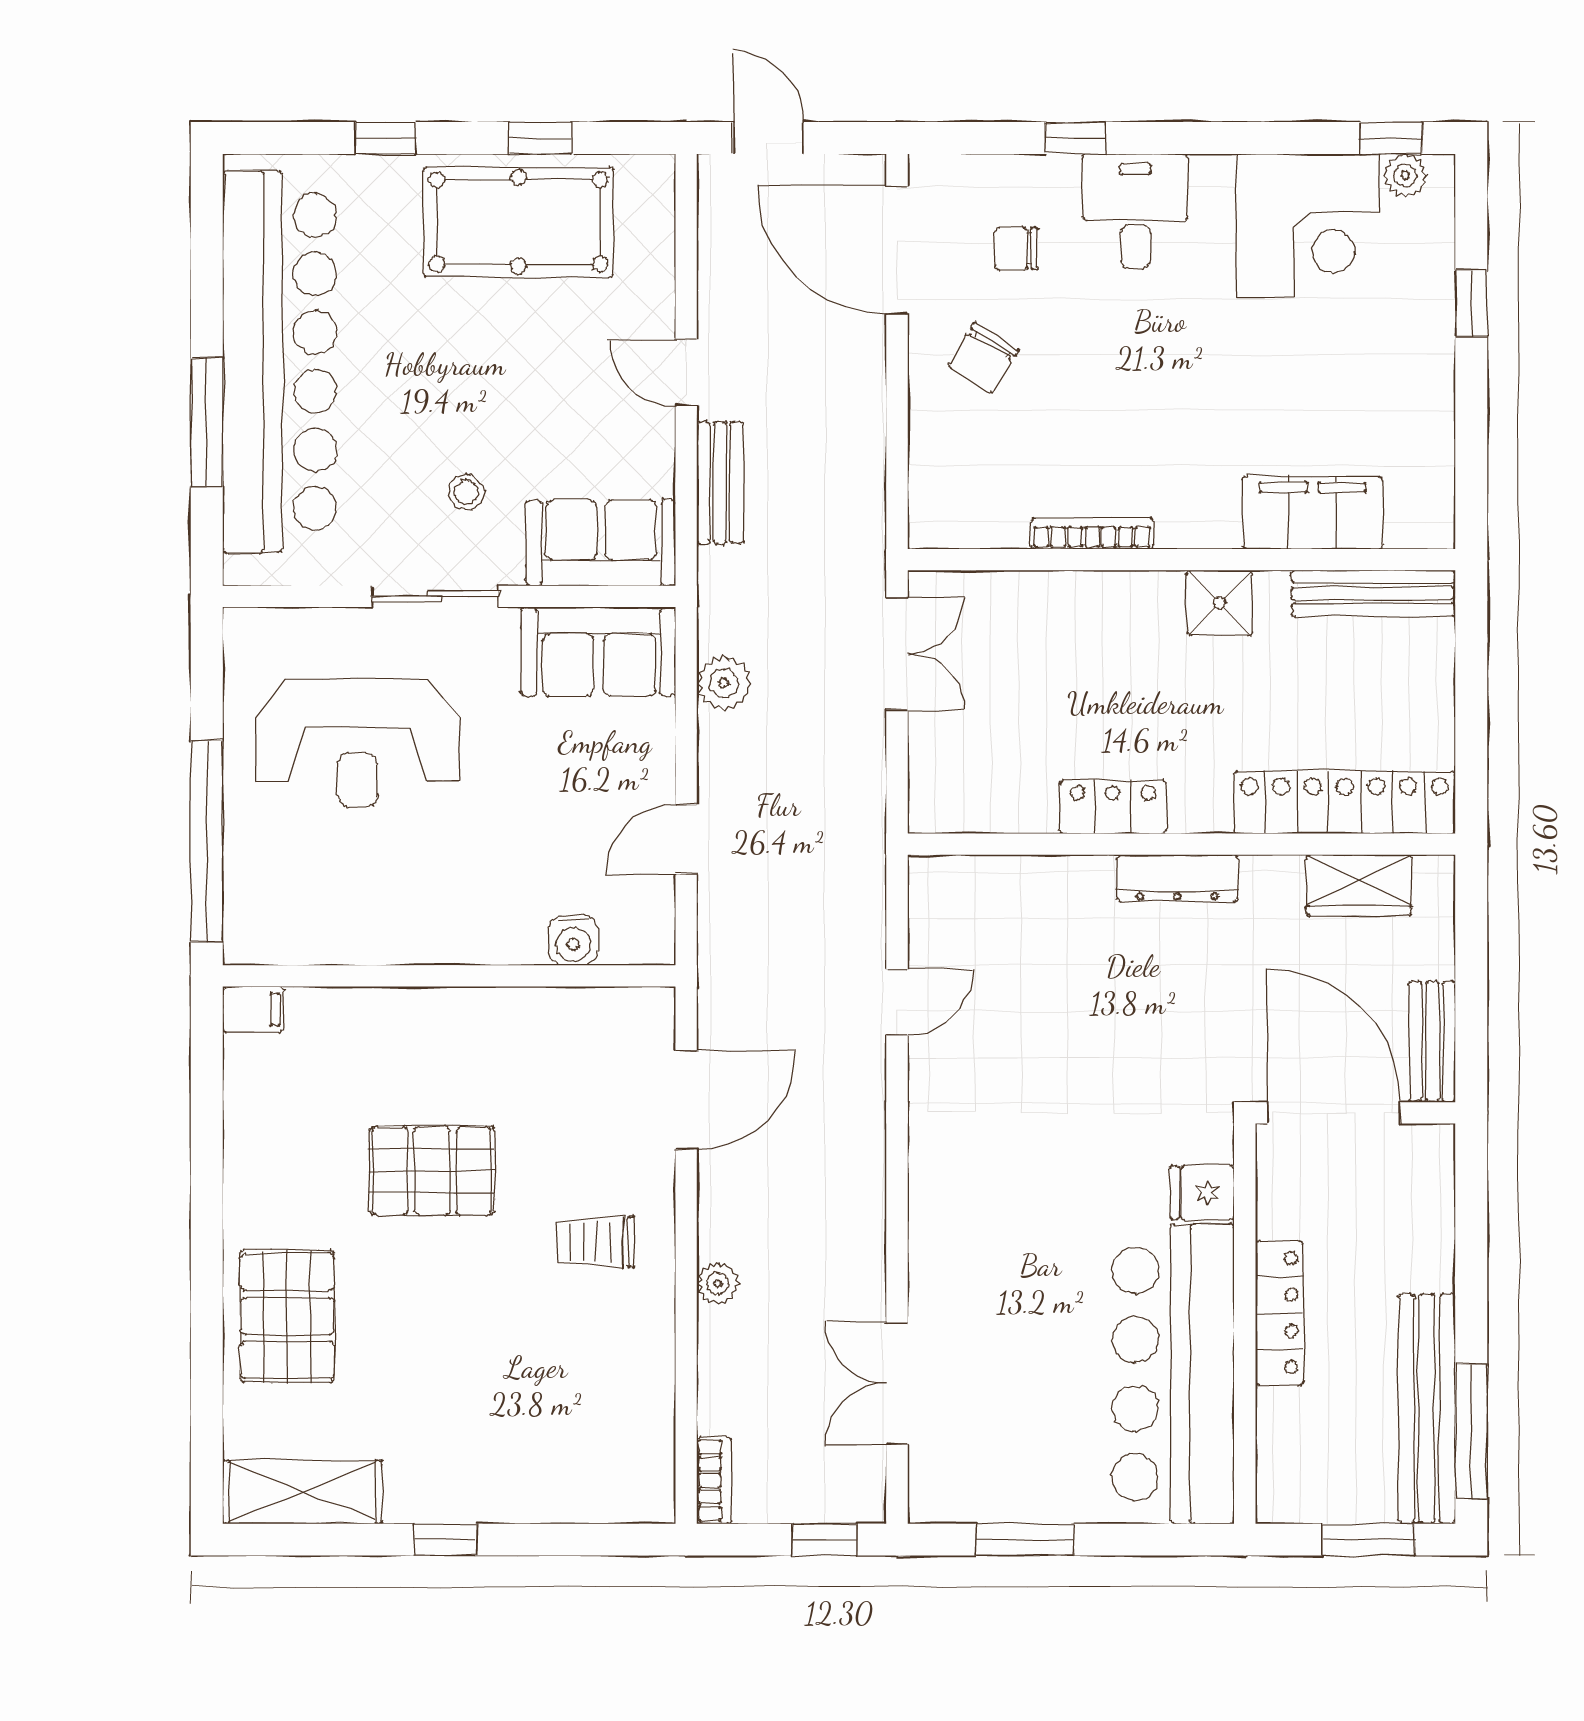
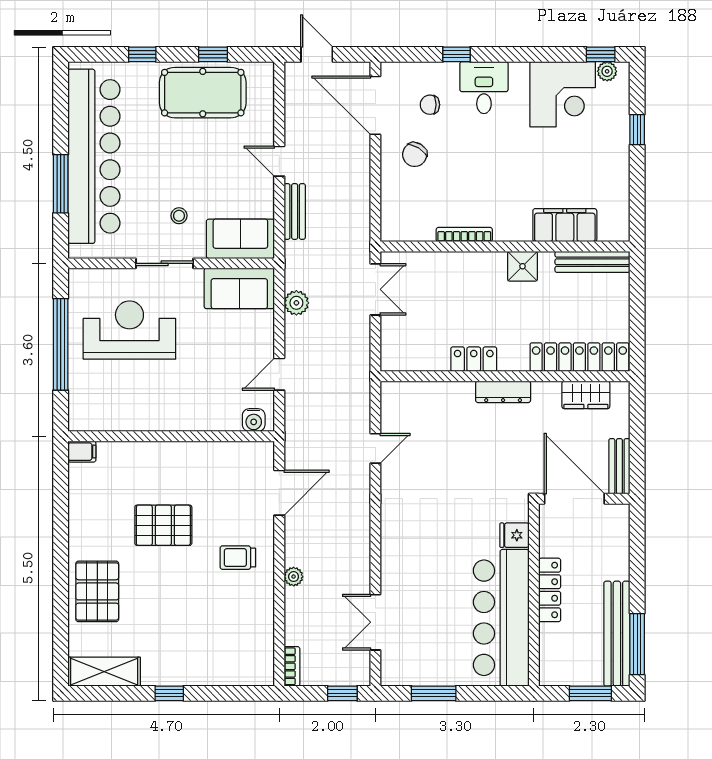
reception desk: (358, 743) -> (129, 330), turned 180
window: (207, 841) -> (61, 344), moved
water cooler: (573, 940) -> (254, 420), moved

